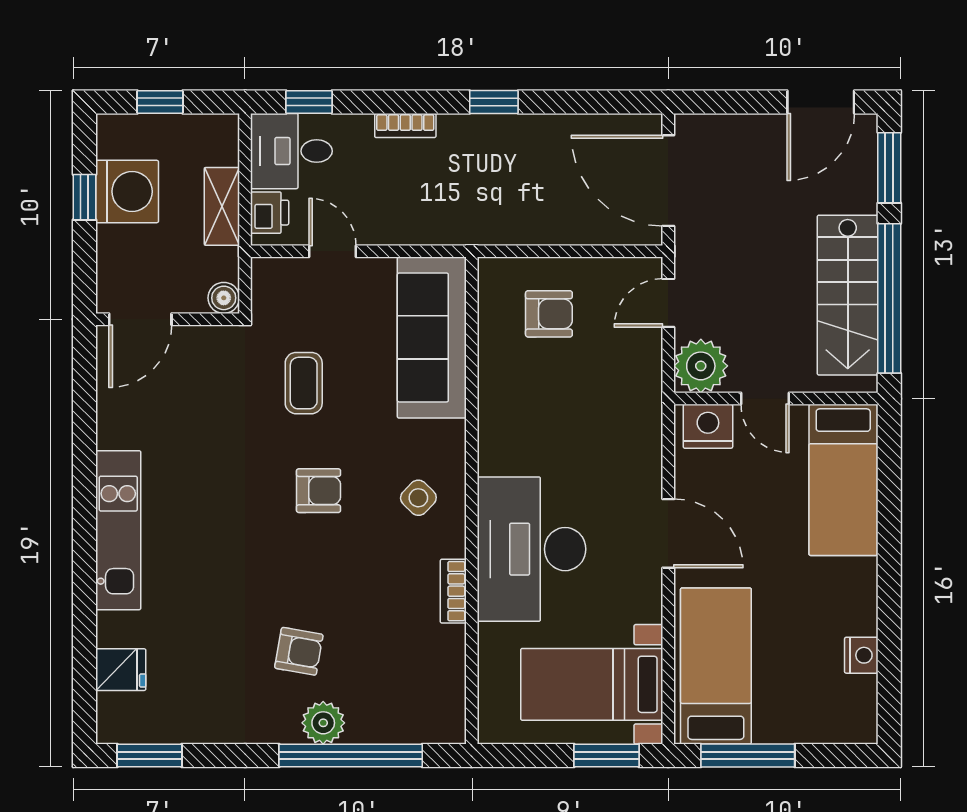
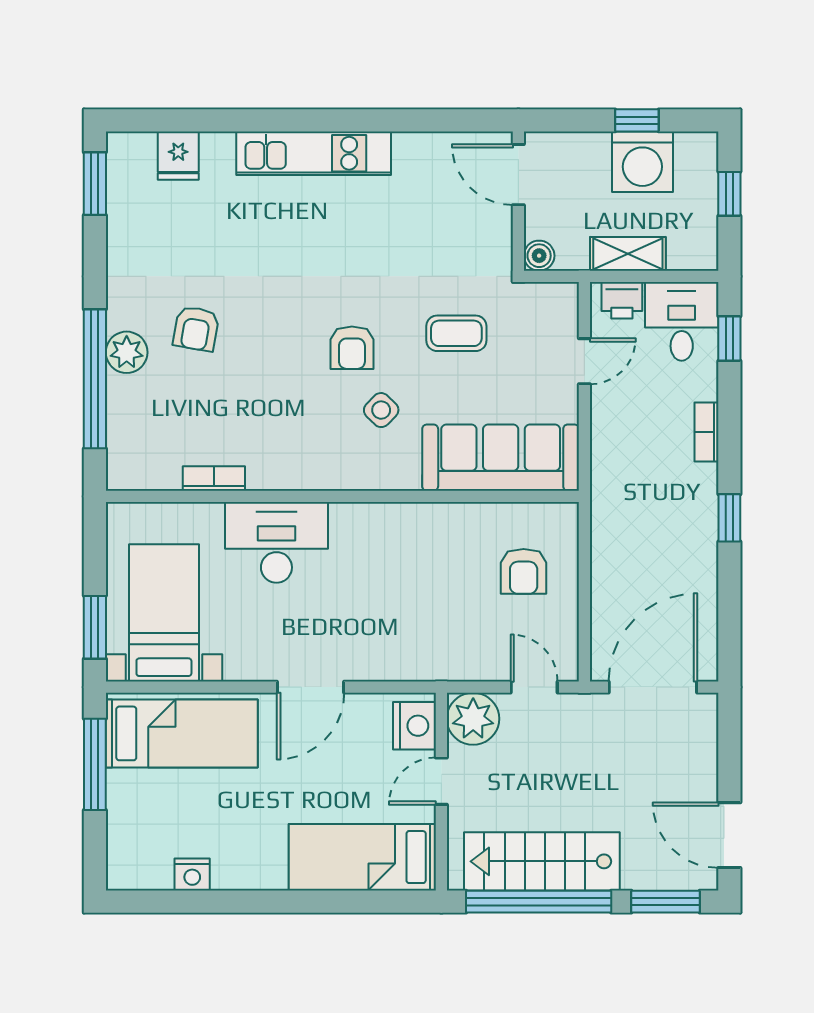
side table: (418, 498) -> (381, 410), moved
desk: (532, 549) -> (276, 542), width x0.73, depth x0.77
bookcase: (453, 591) -> (214, 478), moved

